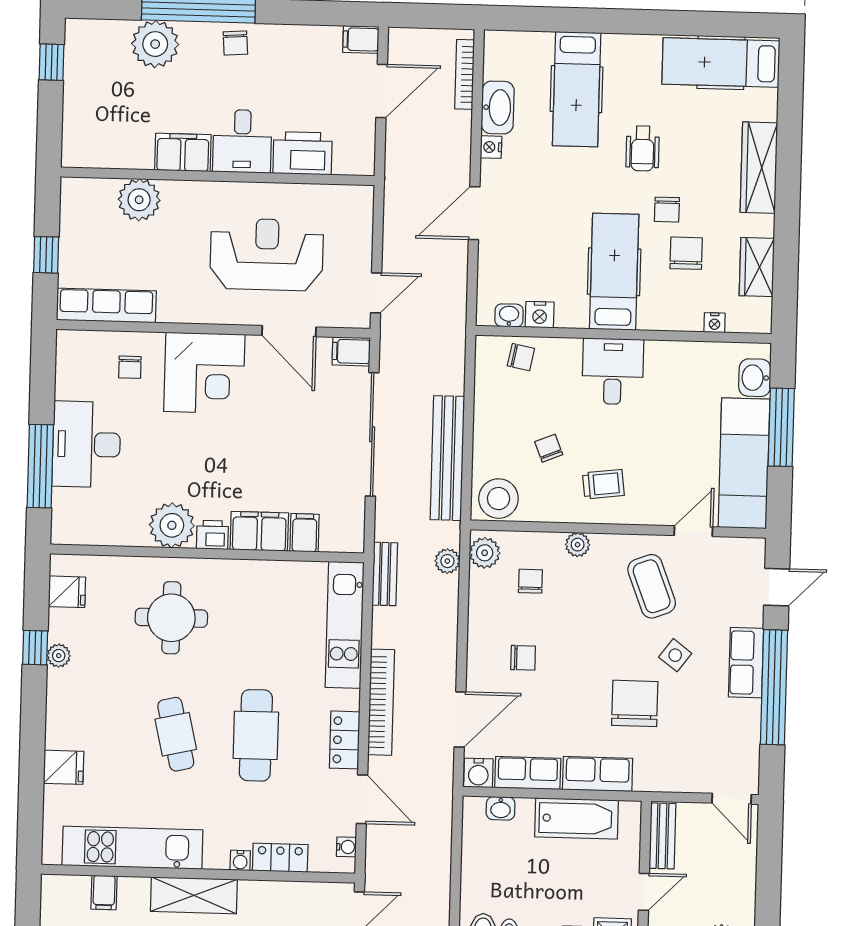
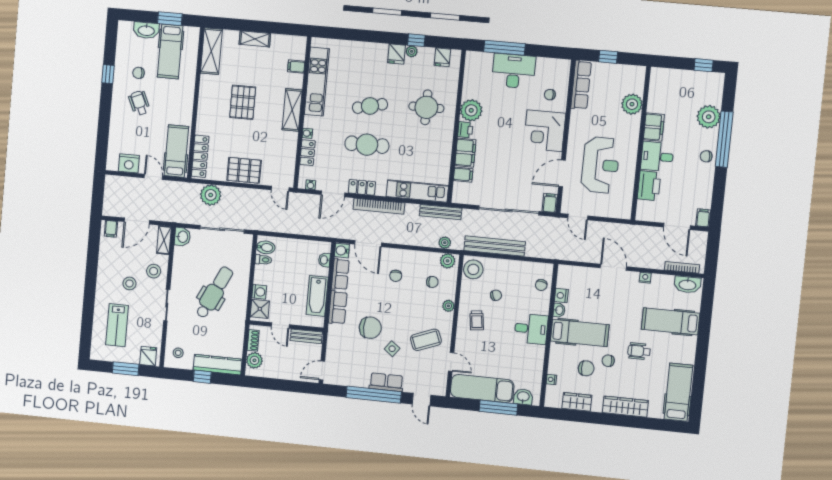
washbasin: (498, 107) -> (687, 285), moved
washbasin: (509, 315) -> (559, 310), moved
bench: (385, 574) -> (441, 212), width x1.36
fridge: (64, 767) -> (396, 54), moved

